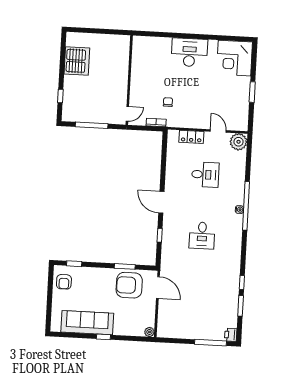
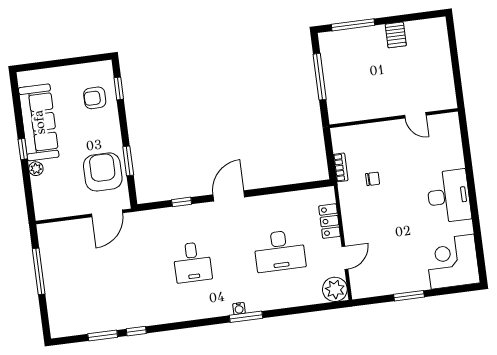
server rack: (77, 61) -> (396, 35), width x0.46, depth x0.70
window: (60, 96) -> (353, 25), width x2.17
door: (127, 114) -> (415, 115), moved
desk: (205, 175) -> (280, 251), width x1.37
window: (246, 206) -> (246, 317), width x0.47
desk: (202, 235) -> (192, 262), turned -90
armchair: (64, 282) -> (95, 98), moved
plant: (149, 332) -> (36, 169), moved
printer: (231, 335) -> (59, 329), removed
window: (211, 343) -> (39, 271), moved

